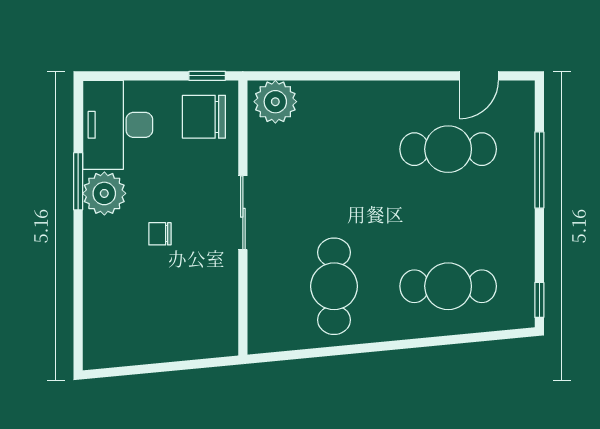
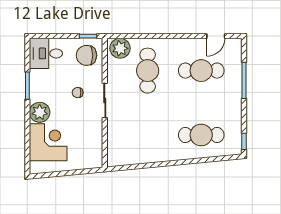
desk: (118, 125) -> (46, 53), width x0.73
plant: (104, 193) -> (40, 112), moved
chair: (160, 234) -> (78, 93), moved
cafe table: (334, 286) -> (148, 71), moved
corner desk: (122, 302) -> (48, 142), added

